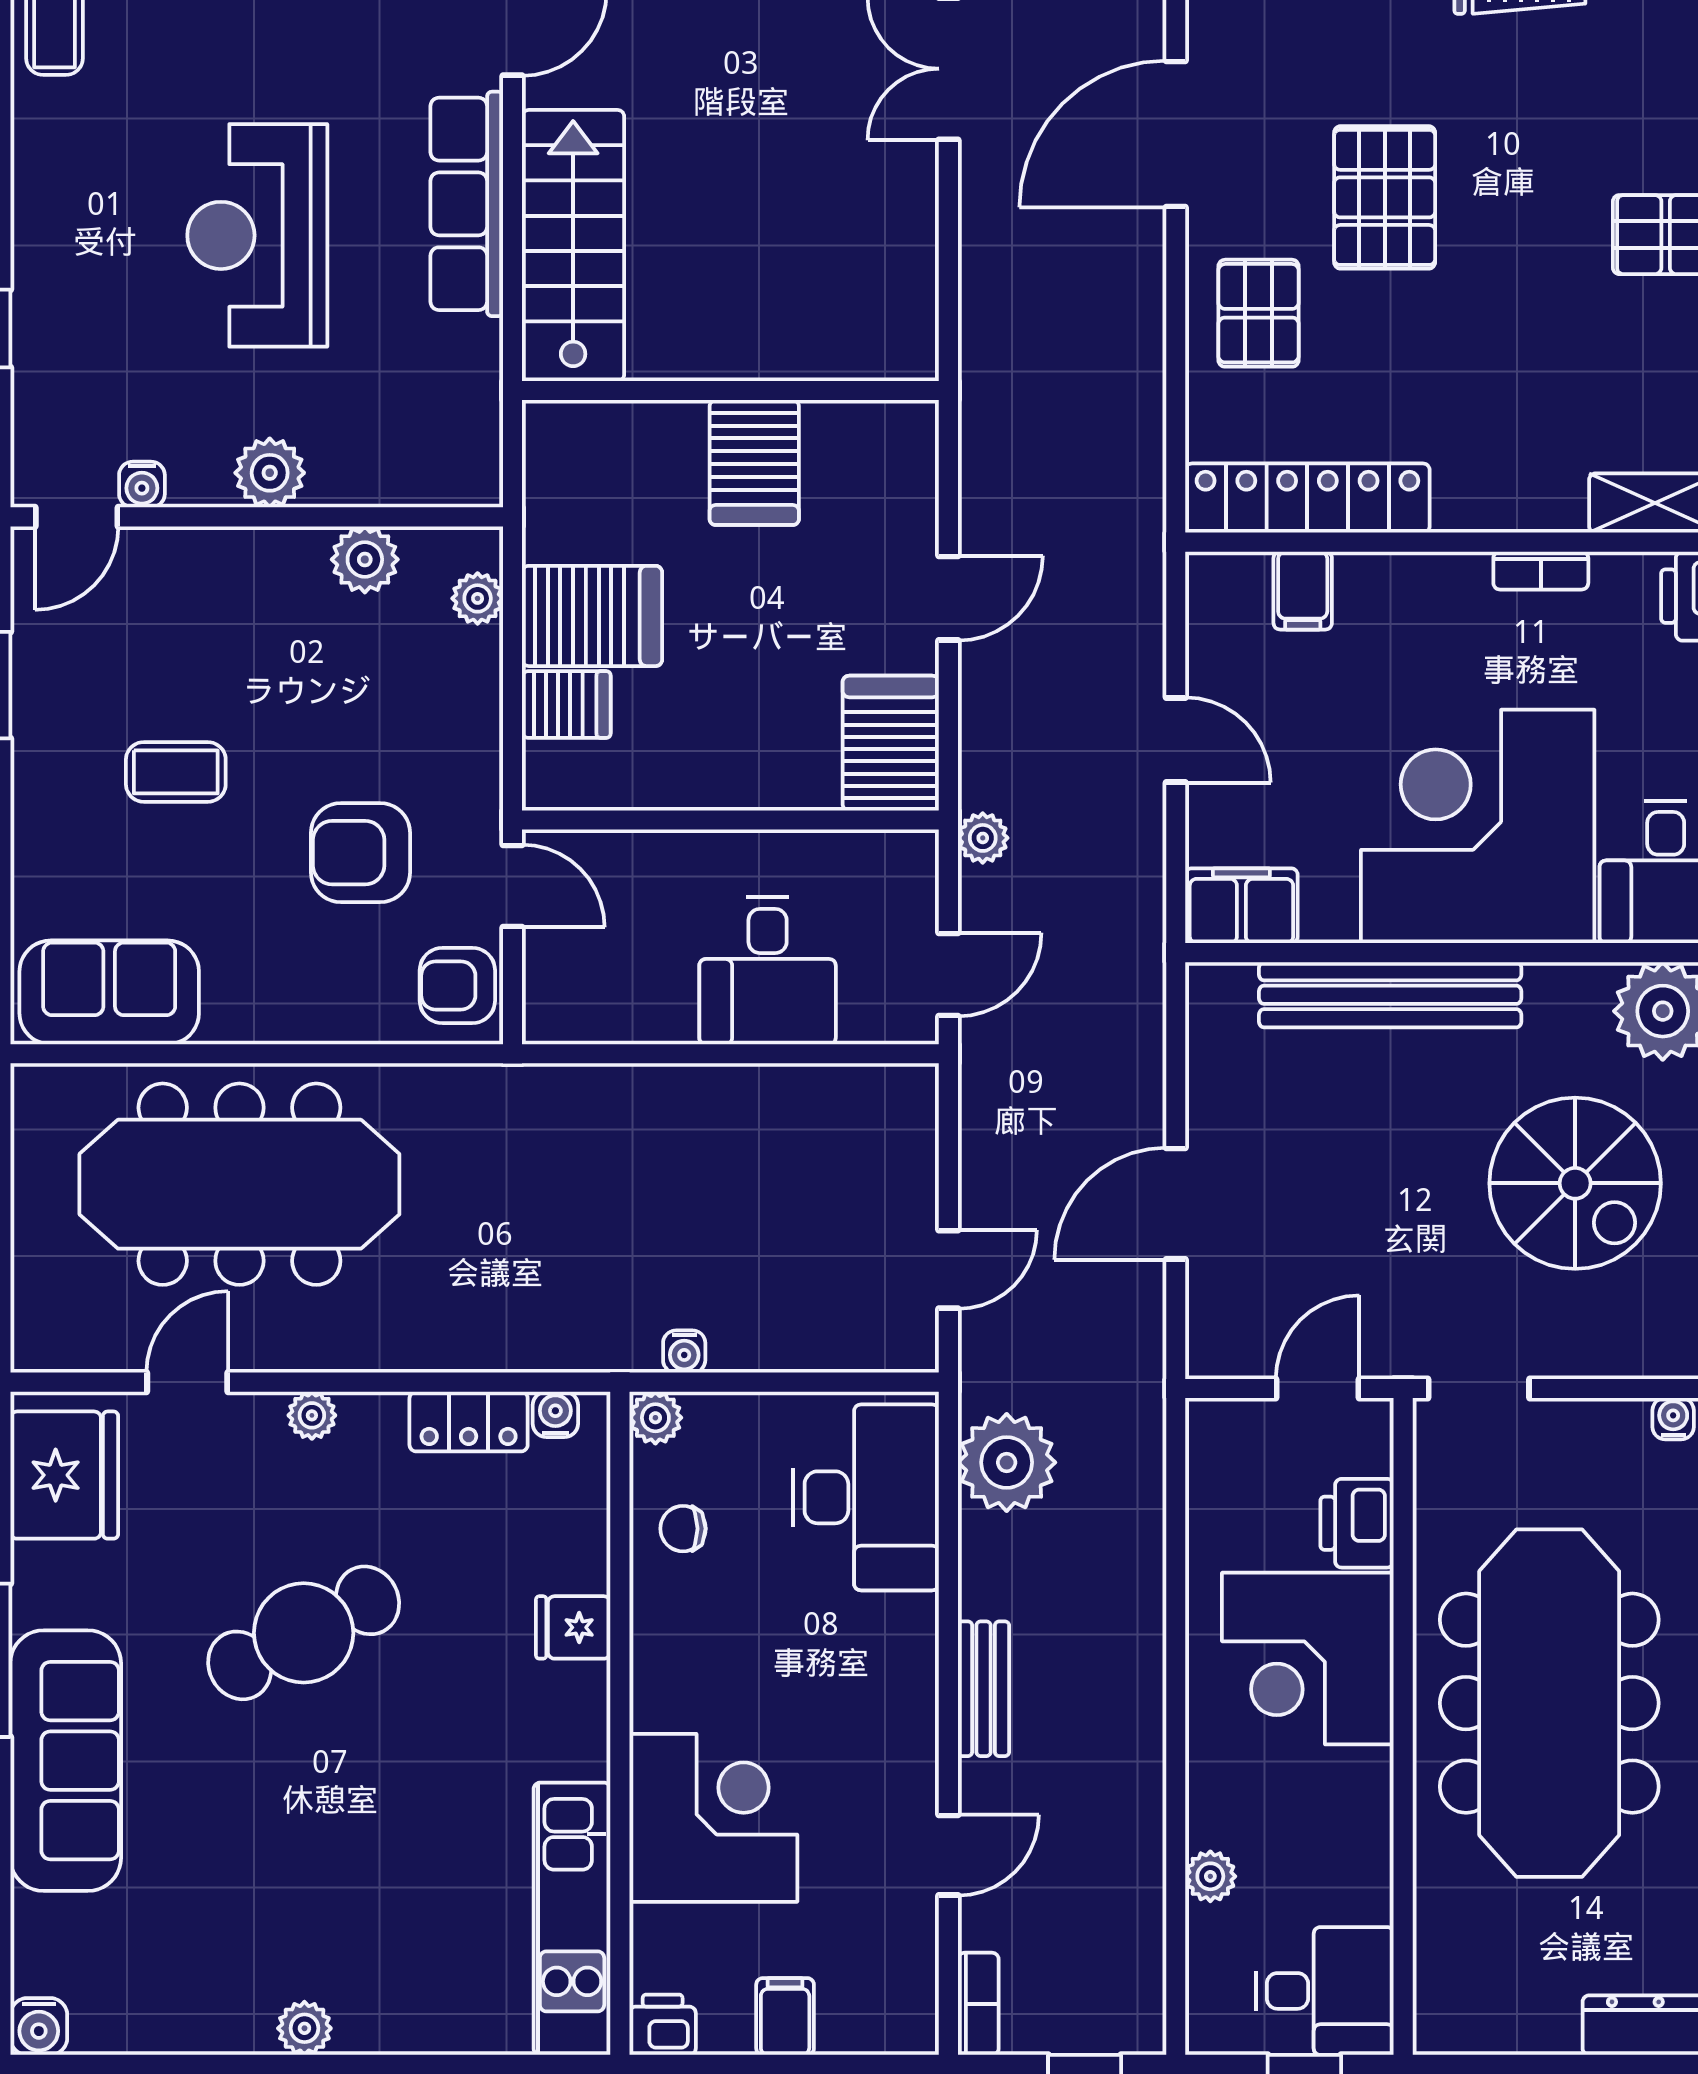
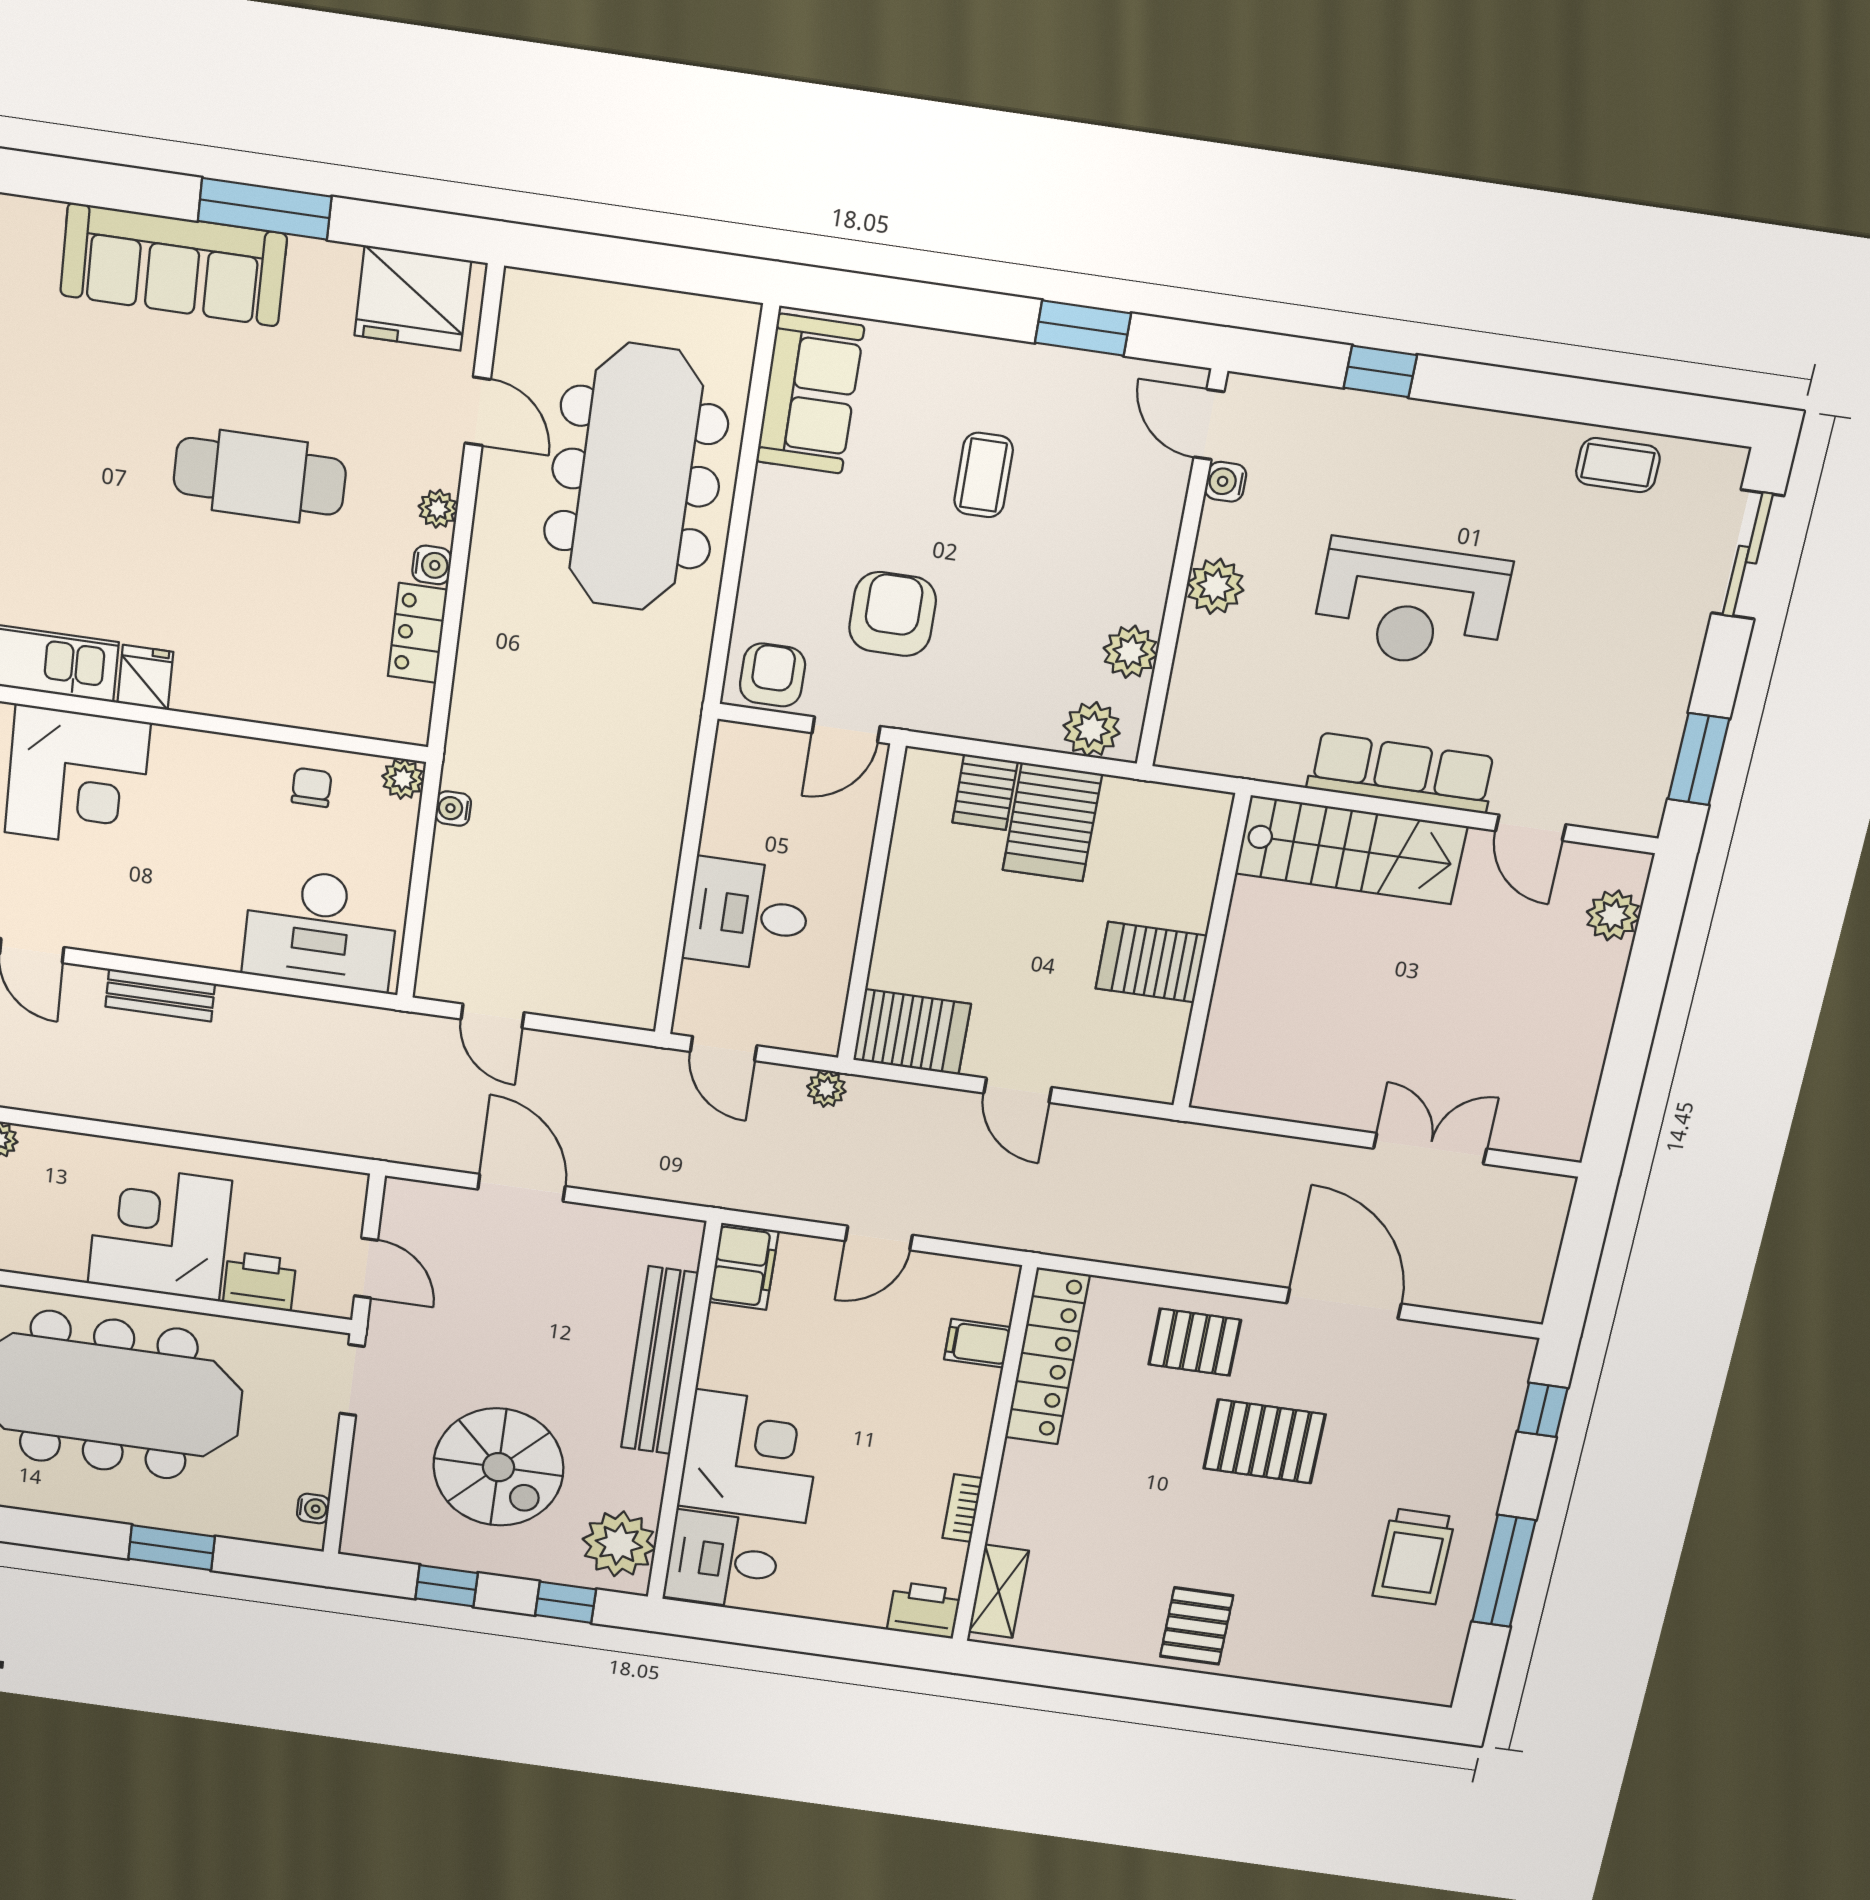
reception desk: (257, 235) -> (1411, 604), turned 180
plant: (478, 598) -> (1092, 729), width x1.38, depth x1.38
corner desk: (1478, 826) -> (751, 1456), width x0.74, depth x0.74
spiral stairs: (1575, 1183) -> (498, 1467), turned -90
water cooler: (555, 1414) -> (432, 565), moved
plant: (1007, 1462) -> (336, 1037), removed
fridge: (573, 1627) -> (145, 677), moved
cafe table: (304, 1633) -> (260, 476), turned -63

